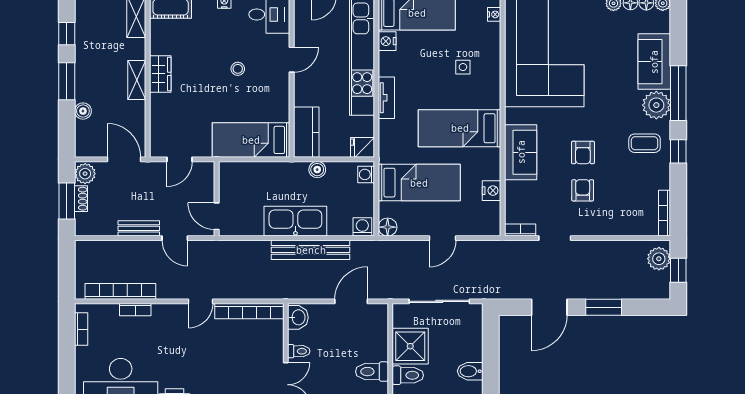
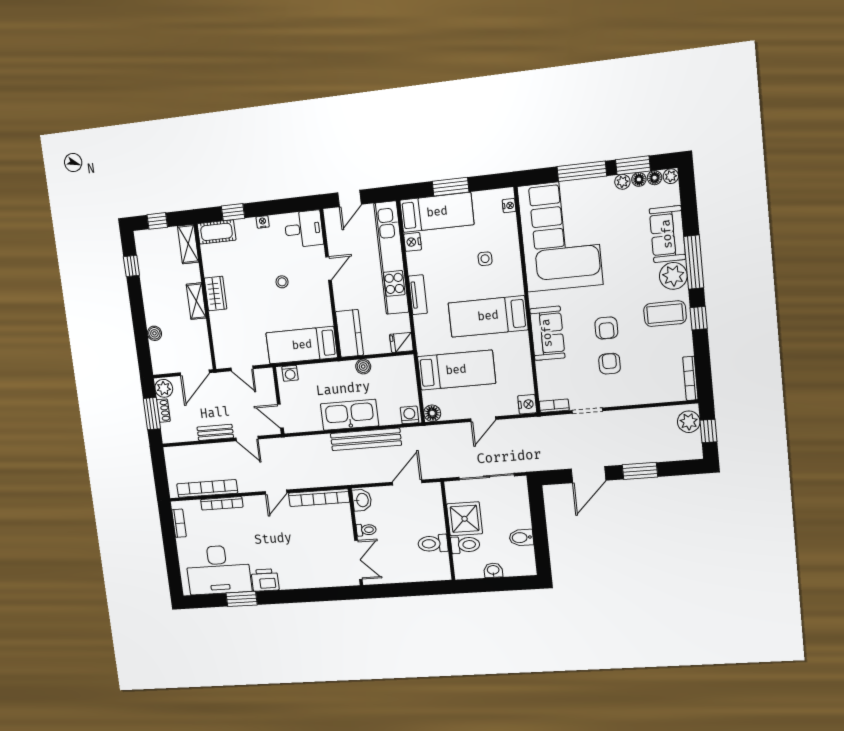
window: (67, 81) -> (137, 308), removed
coffee table: (645, 143) -> (665, 314), width x1.36, depth x1.30
door: (124, 159) -> (195, 373), swing flipped
door: (180, 159) -> (242, 368), hinge flipped
washing machine: (366, 174) -> (290, 373), moved, turned -90
nightstand: (492, 191) -> (527, 404), moved
bookcase: (135, 310) -> (222, 503), width x1.56

